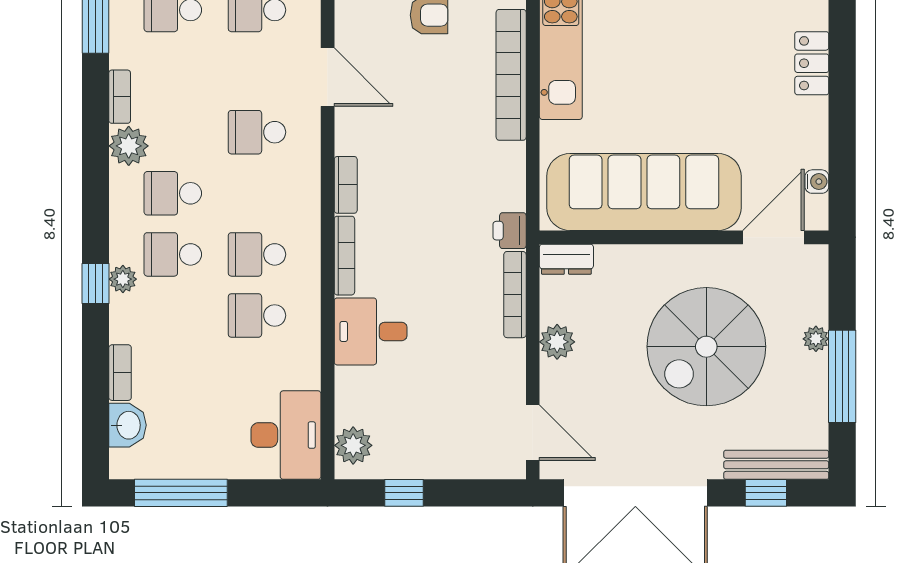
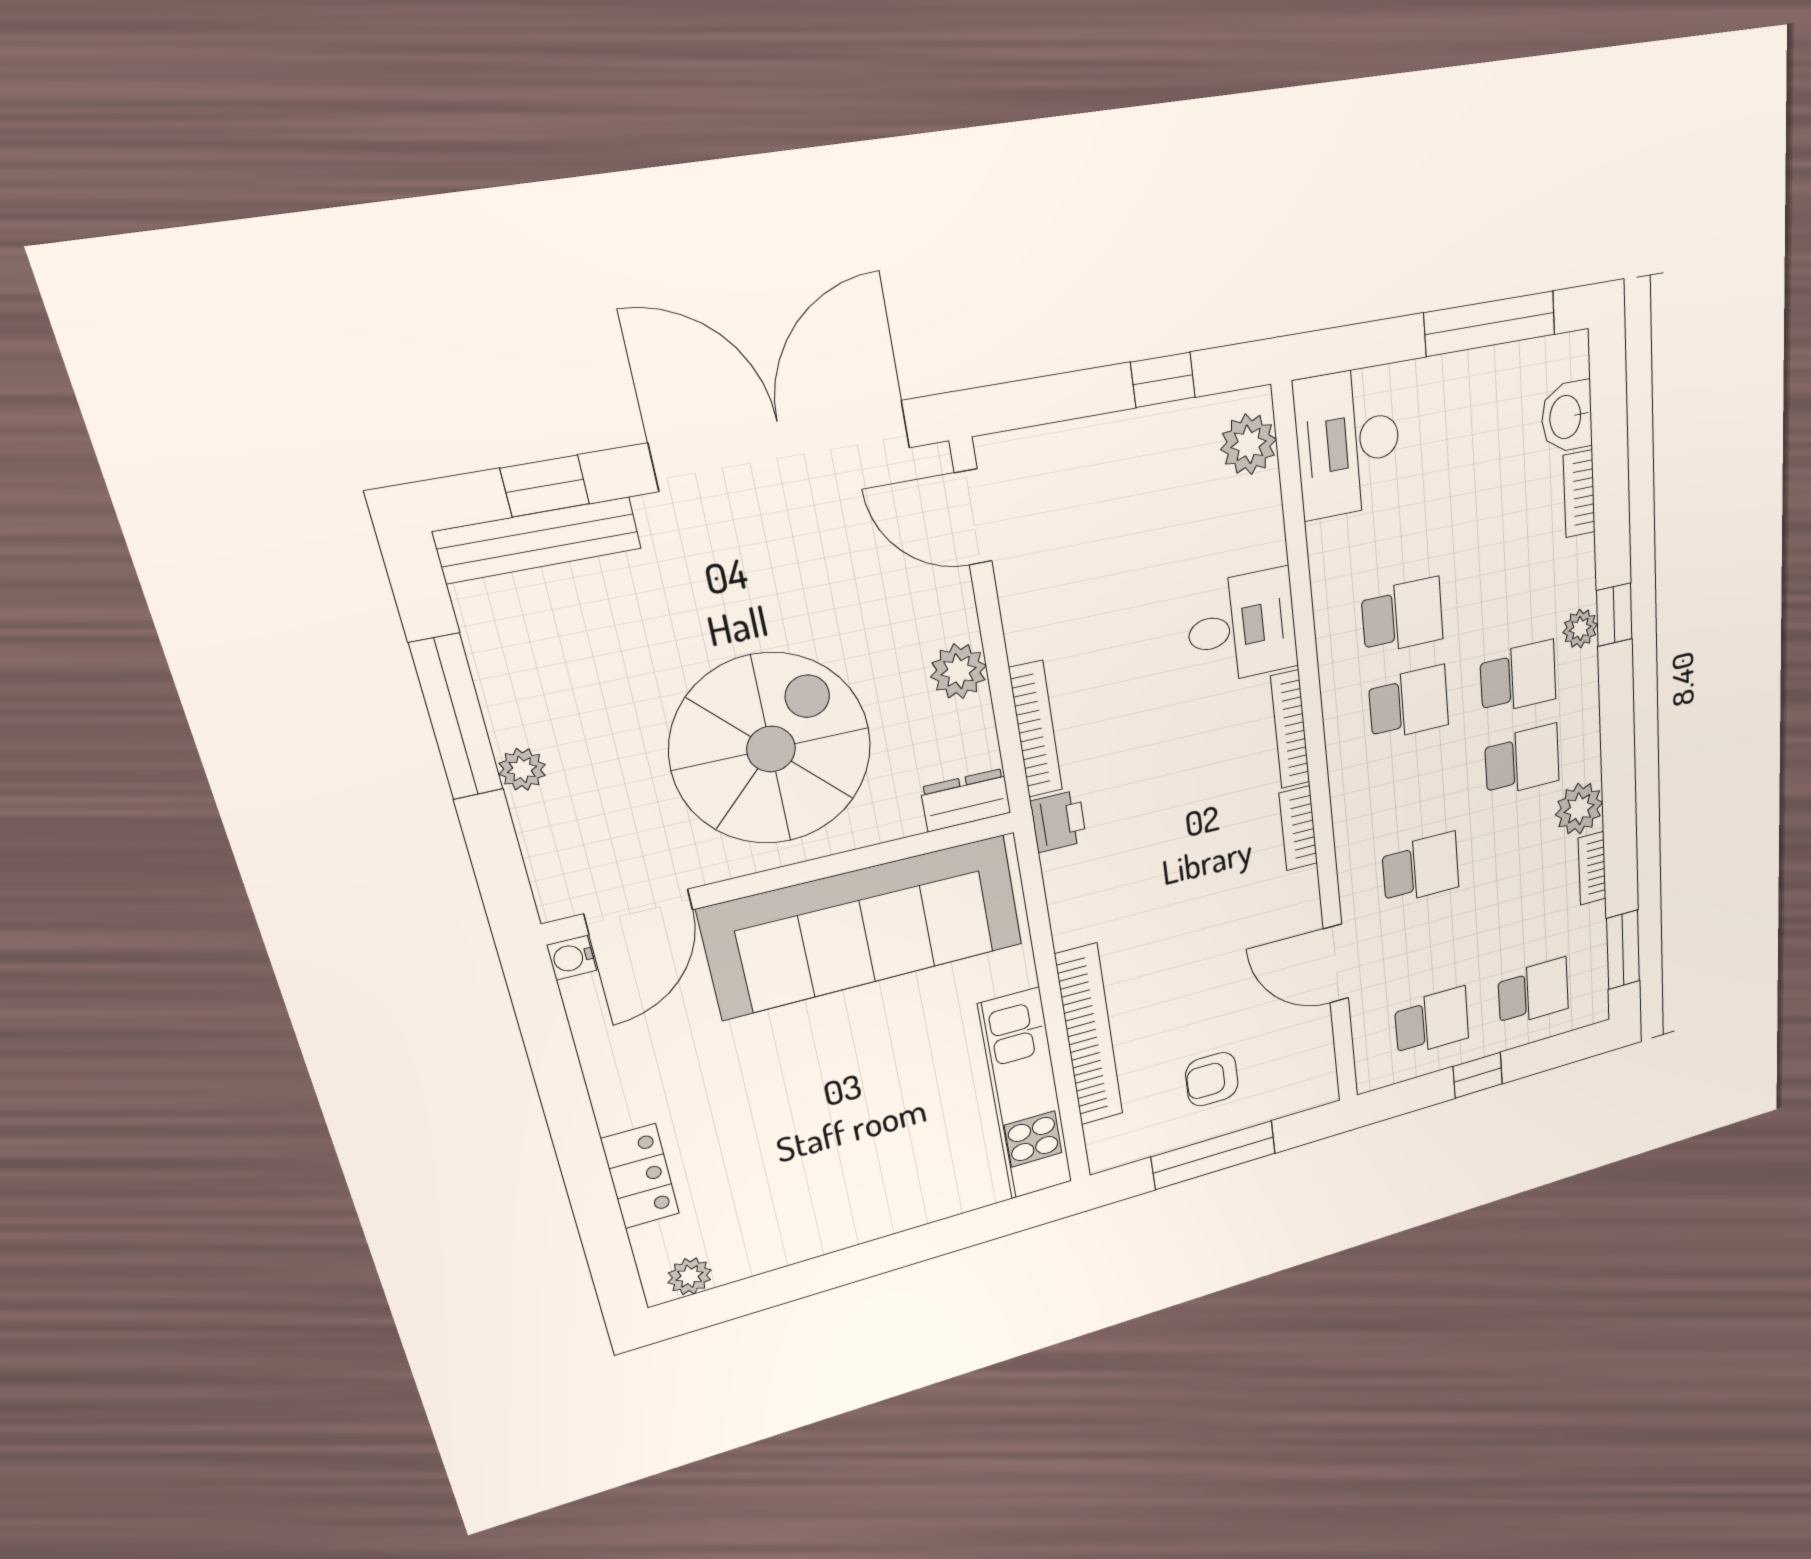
water cooler: (817, 182) -> (572, 958), moved
spiral stairs: (706, 347) -> (771, 749), moved

